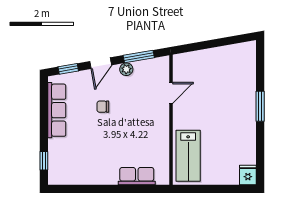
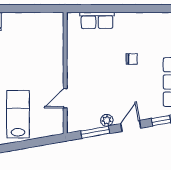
chair: (103, 107) -> (132, 59), moved
lab bench: (188, 156) -> (18, 114), moved

